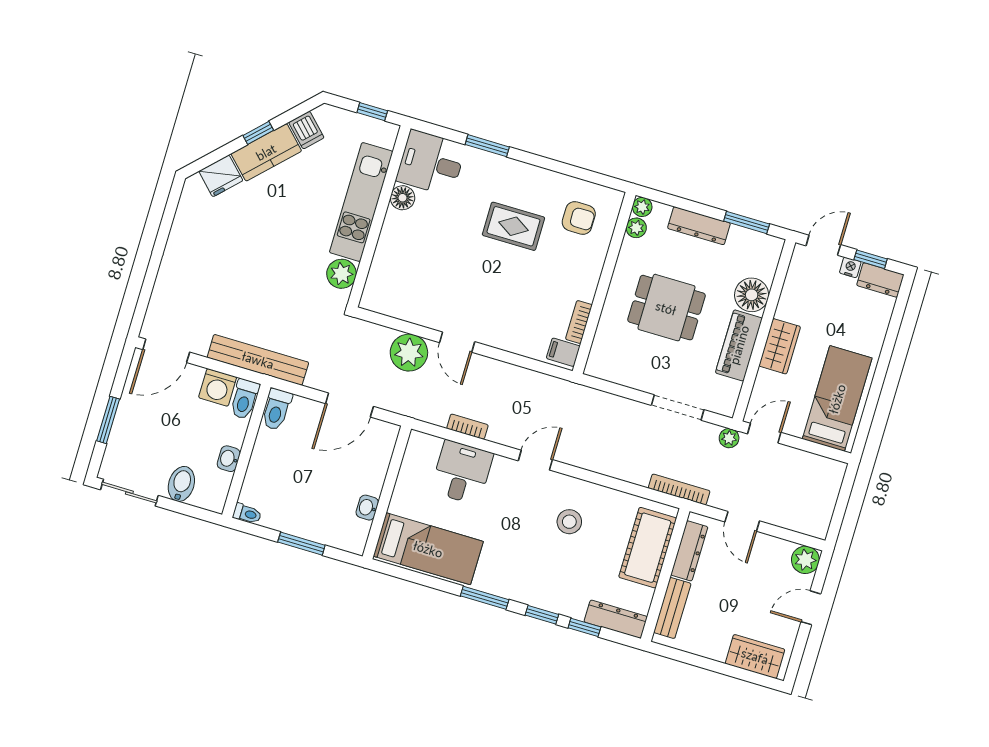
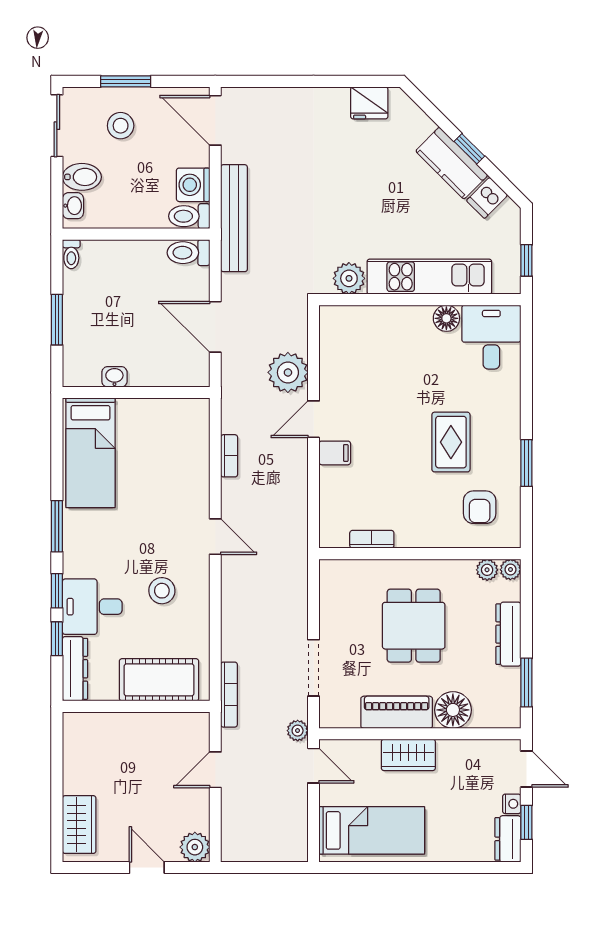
window: (487, 146) -> (526, 463), moved
fridge: (221, 176) -> (369, 103), moved, turned -45
filing cabinet: (563, 352) -> (335, 453), moved, turned 90
stool: (146, 436) -> (121, 126), added
washbasin: (229, 459) -> (73, 206), moved, turned 90
desk: (462, 472) -> (92, 607), moved, turned 180
dresser: (689, 551) -> (168, 724), removed
bench: (672, 608) -> (104, 724), removed

